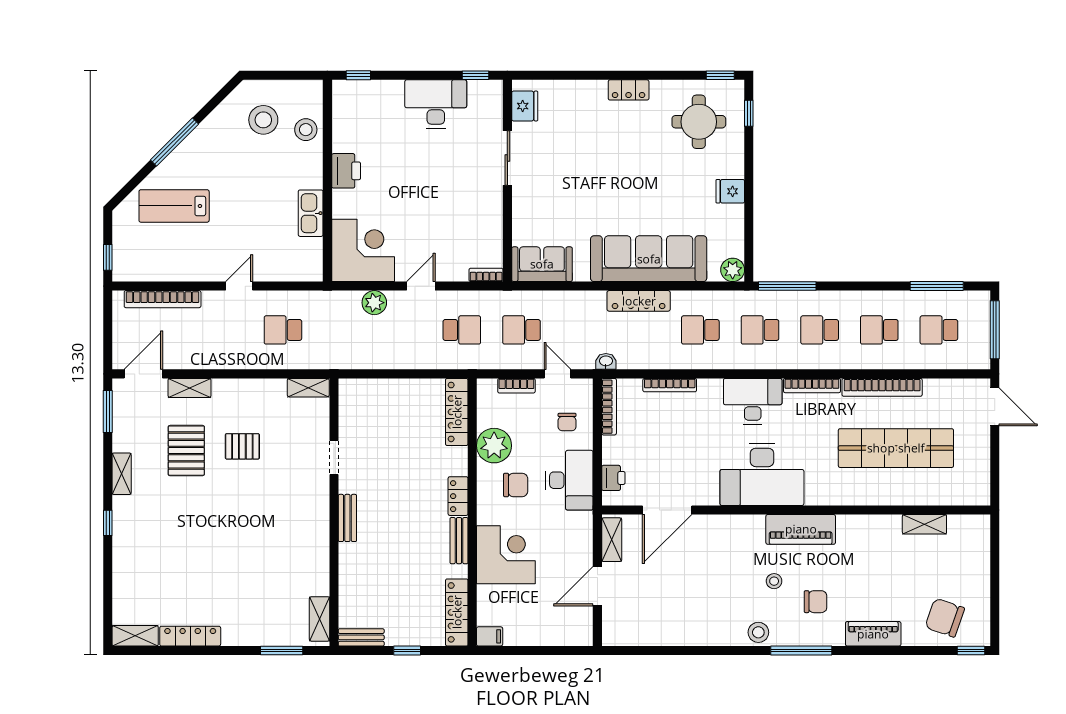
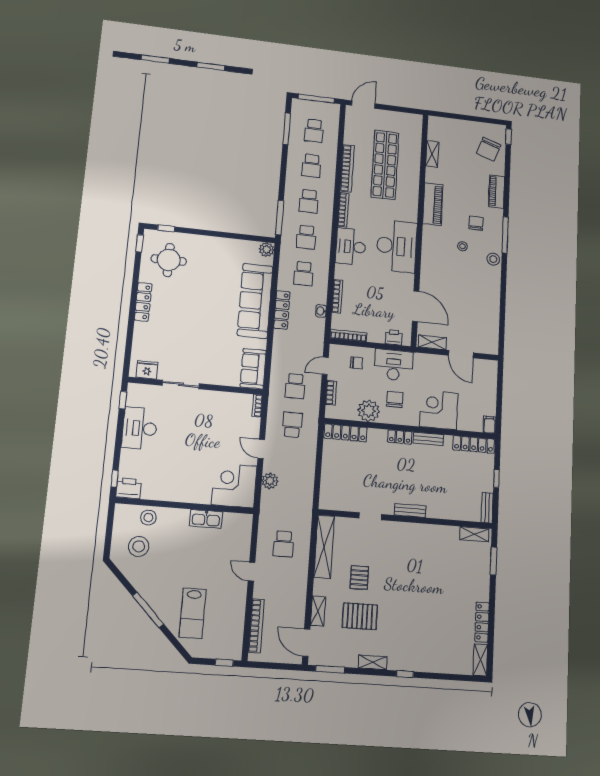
locker: (629, 90) -> (143, 302), width x1.53
printer: (346, 171) -> (129, 488), moved
fridge: (730, 191) -> (216, 245), removed
washbasin: (606, 361) -> (321, 311), moved
shelving: (308, 388) -> (324, 547), width x2.20, depth x1.33
piano: (801, 529) -> (433, 204), moved

